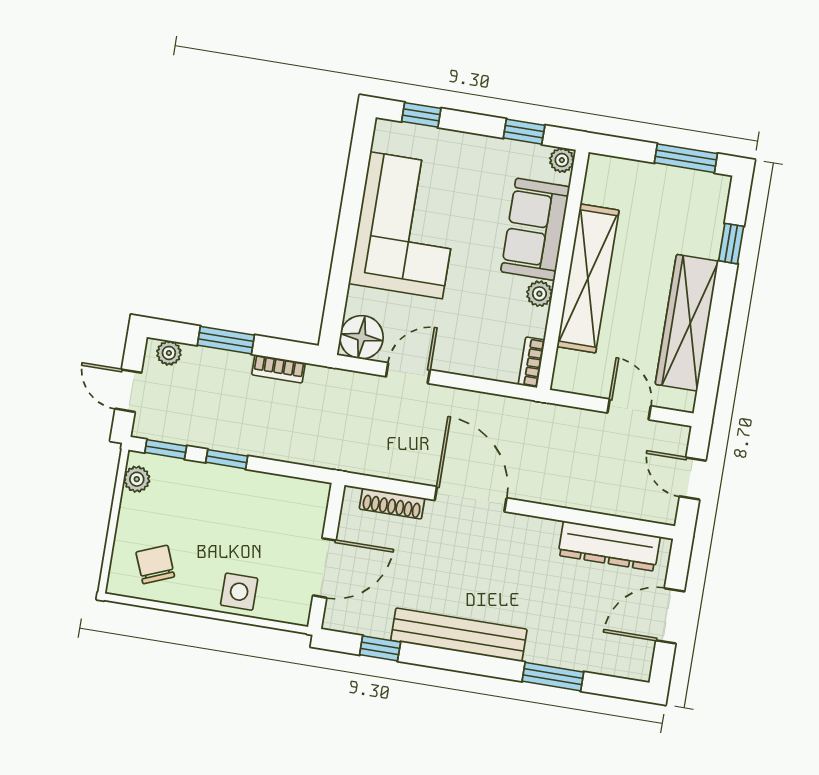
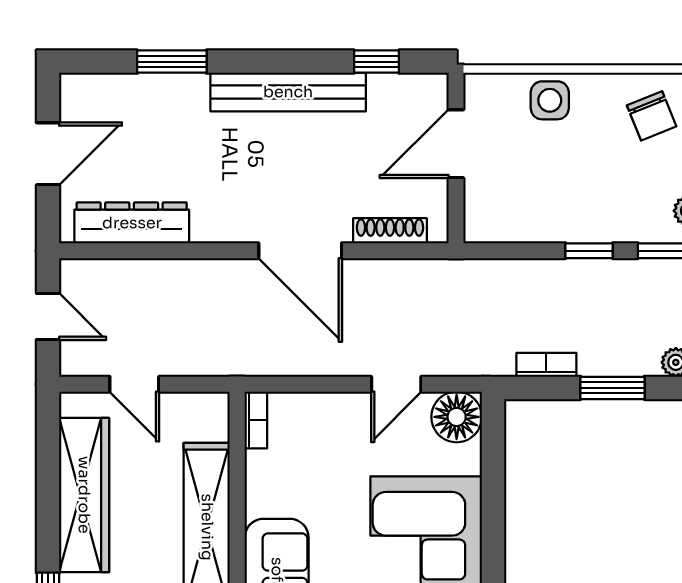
plant: (539, 294) -> (260, 501), removed

